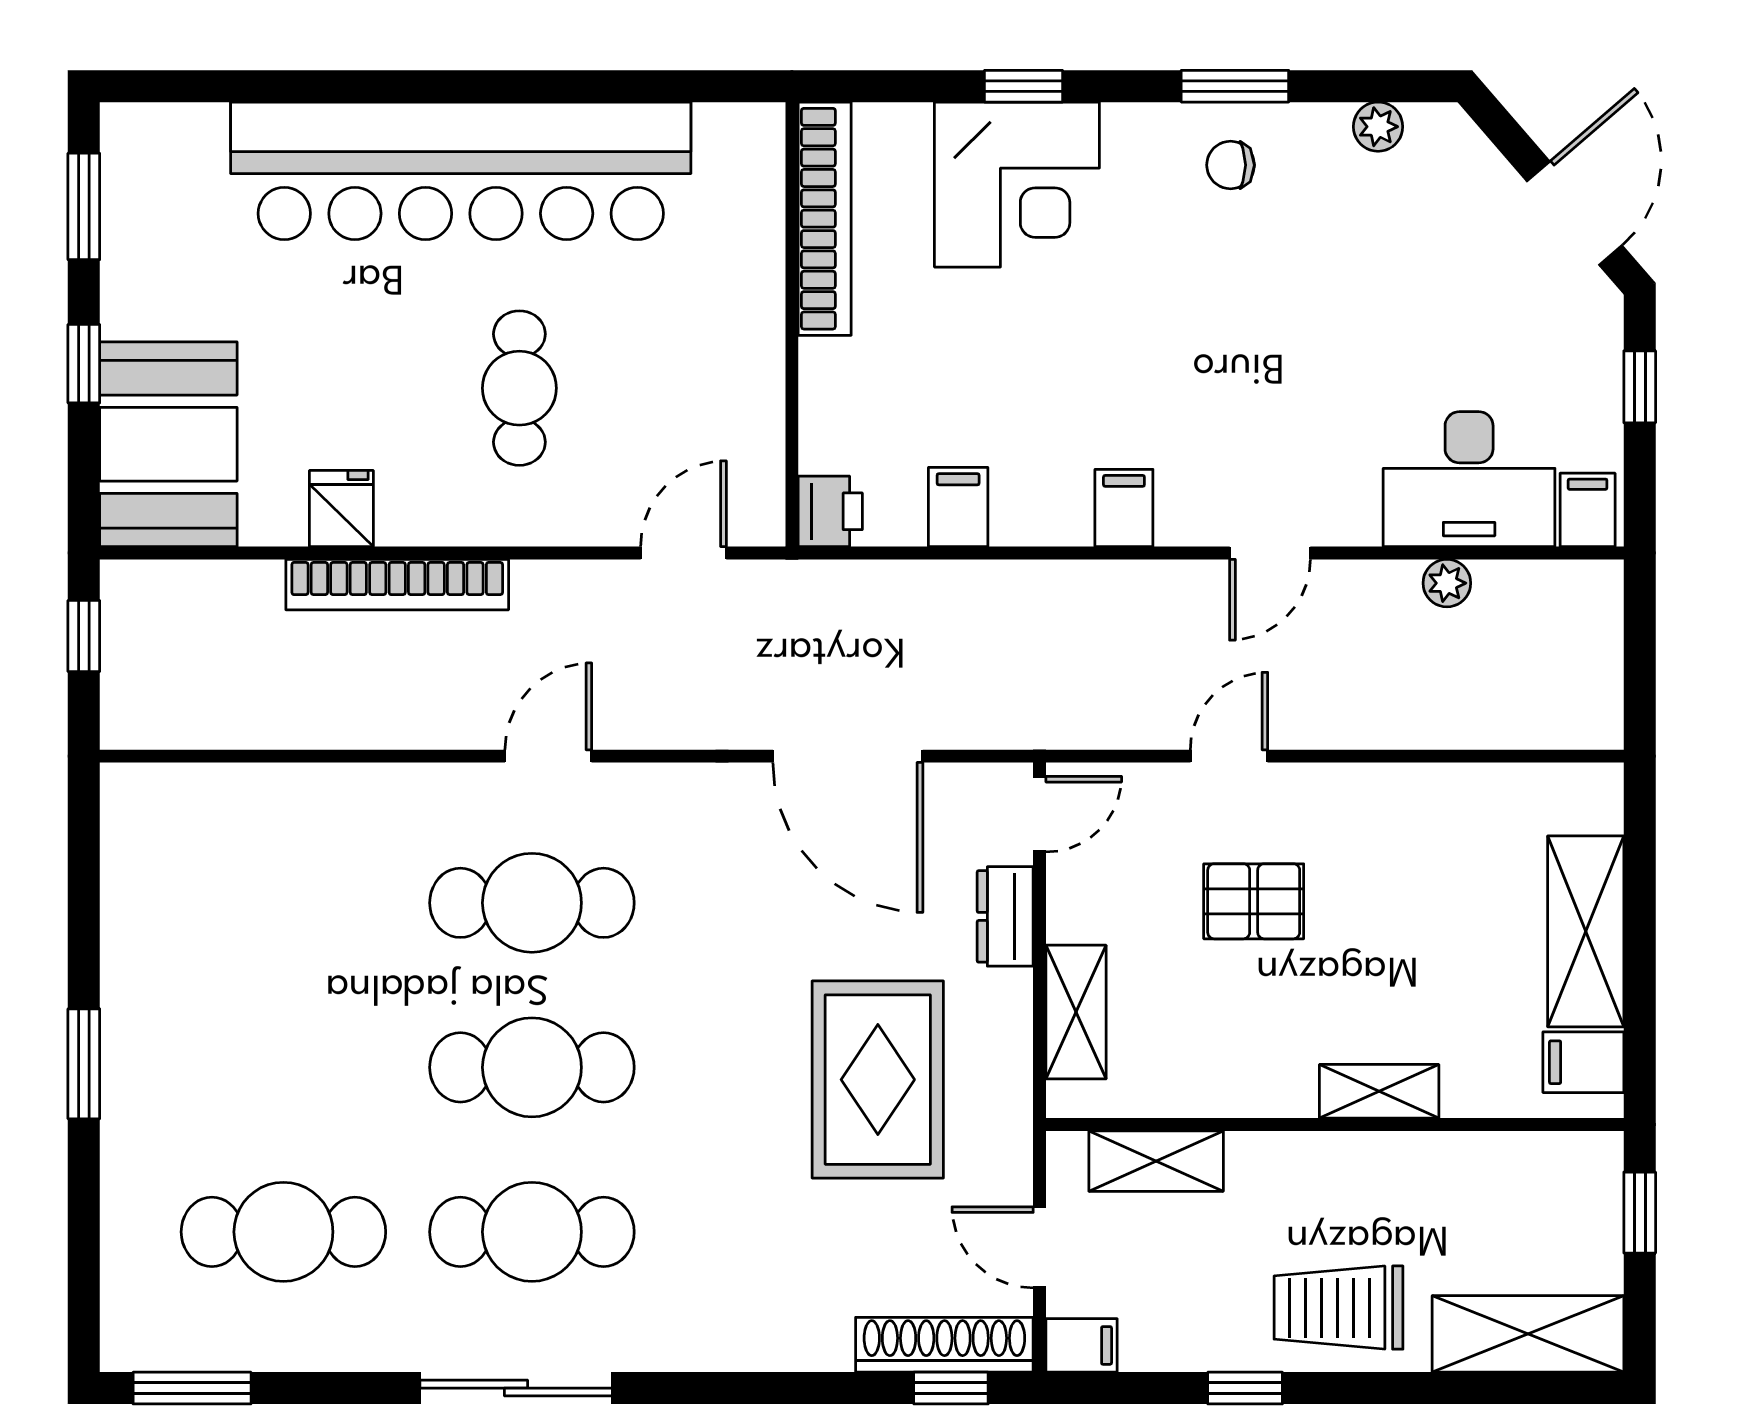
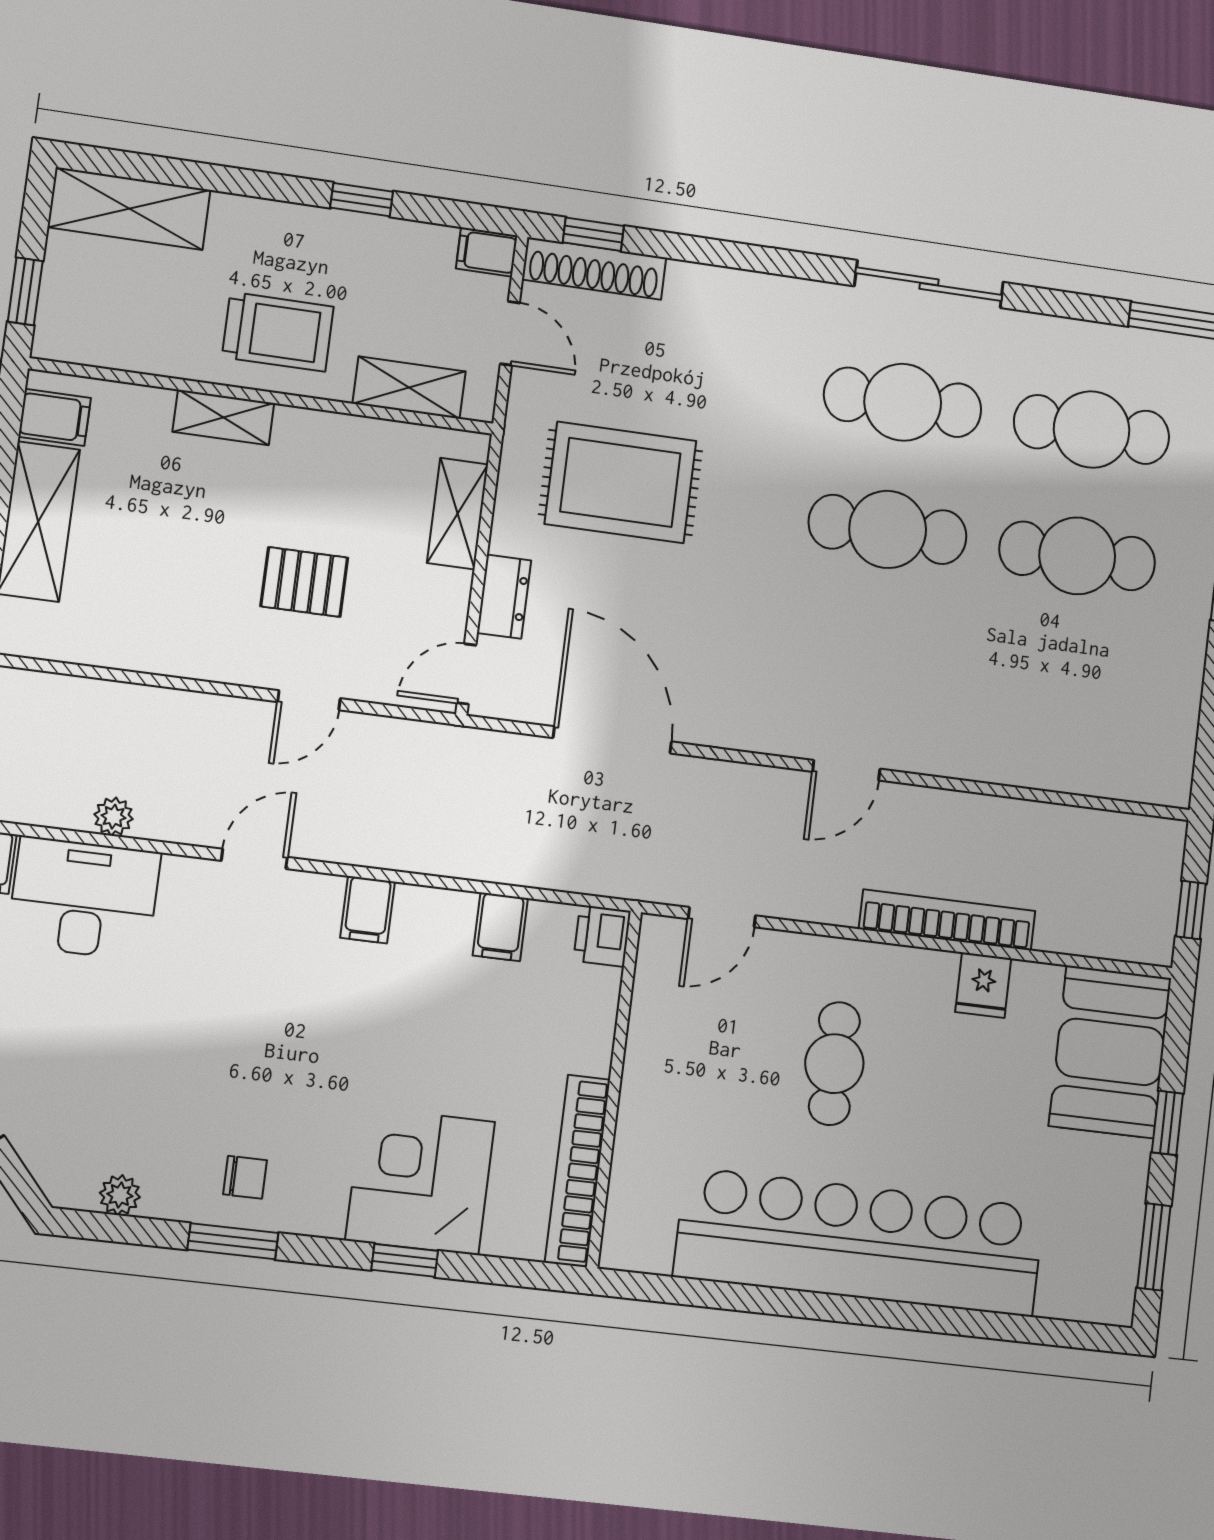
cafe table: (532, 903) -> (1077, 556), moved
rug: (878, 1080) -> (620, 482), turned 90
trolley: (1338, 1308) -> (278, 332), moved

